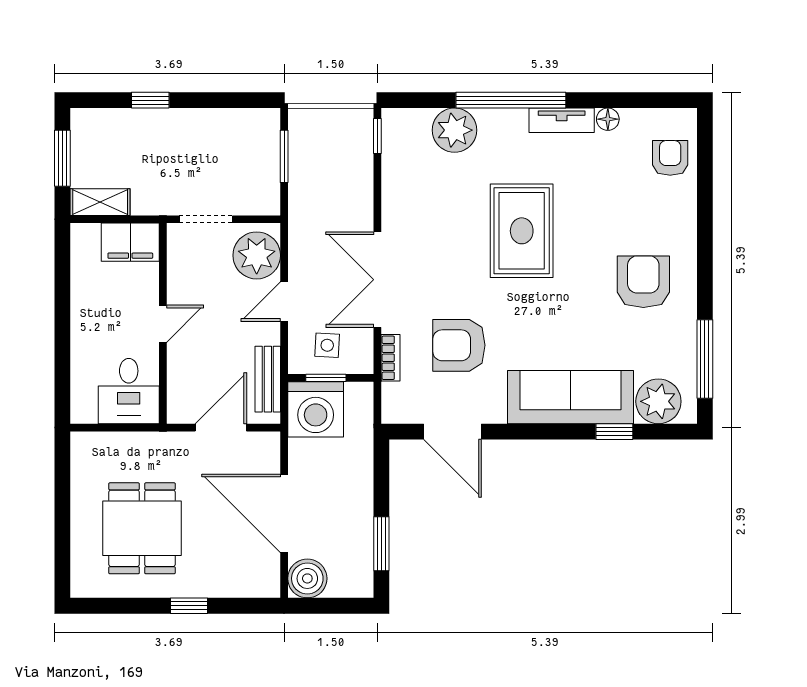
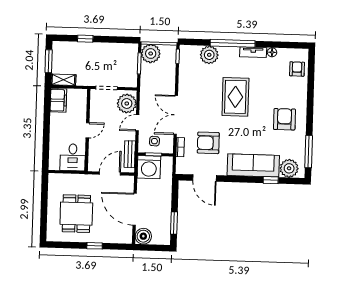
plant: (311, 131) -> (151, 53), added
filing cabinet: (130, 242) -> (58, 100), moved, turned -90

